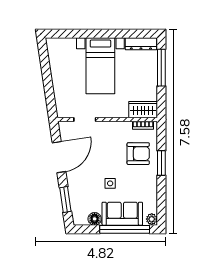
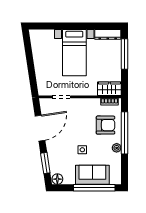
window: (161, 163) -> (125, 133), width x2.11
floor lamp: (95, 219) -> (57, 179), moved
plant: (152, 219) -> (117, 148), moved

